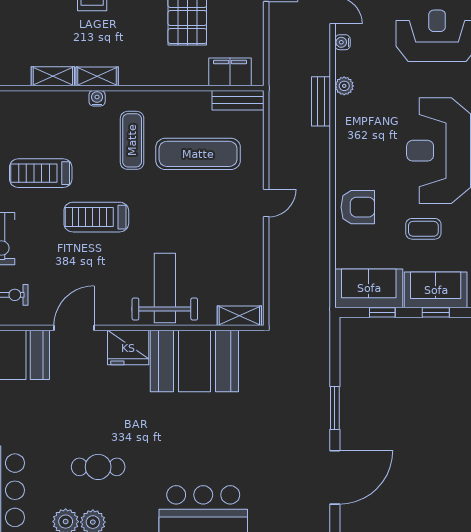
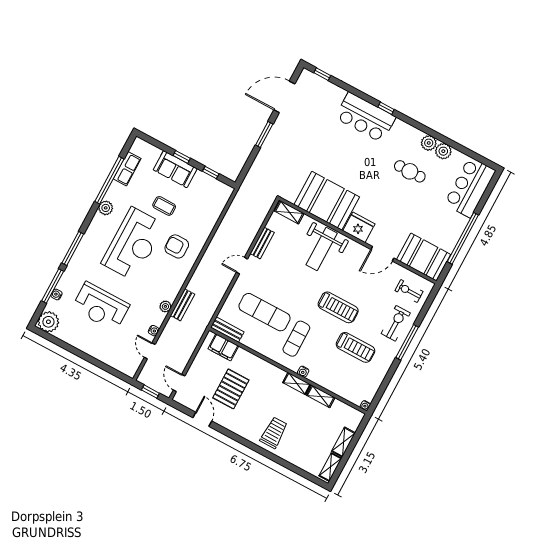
armchair: (358, 207) -> (177, 246), moved
bench: (255, 251) -> (262, 243), added
sofa: (369, 288) -> (211, 189), removed

